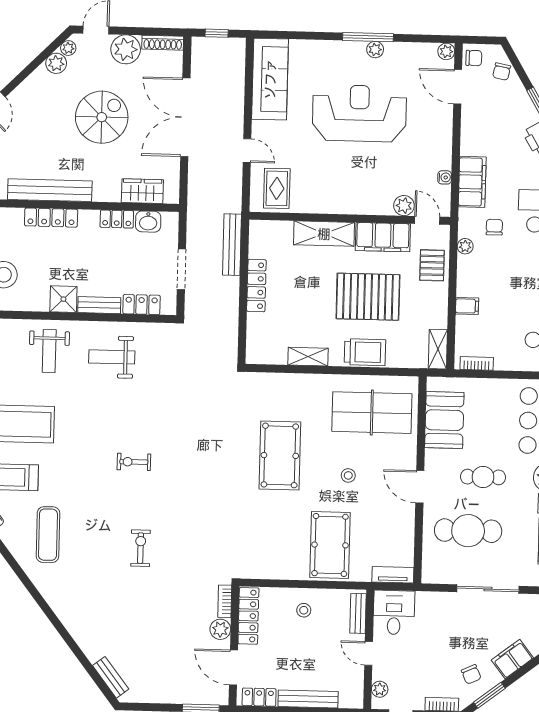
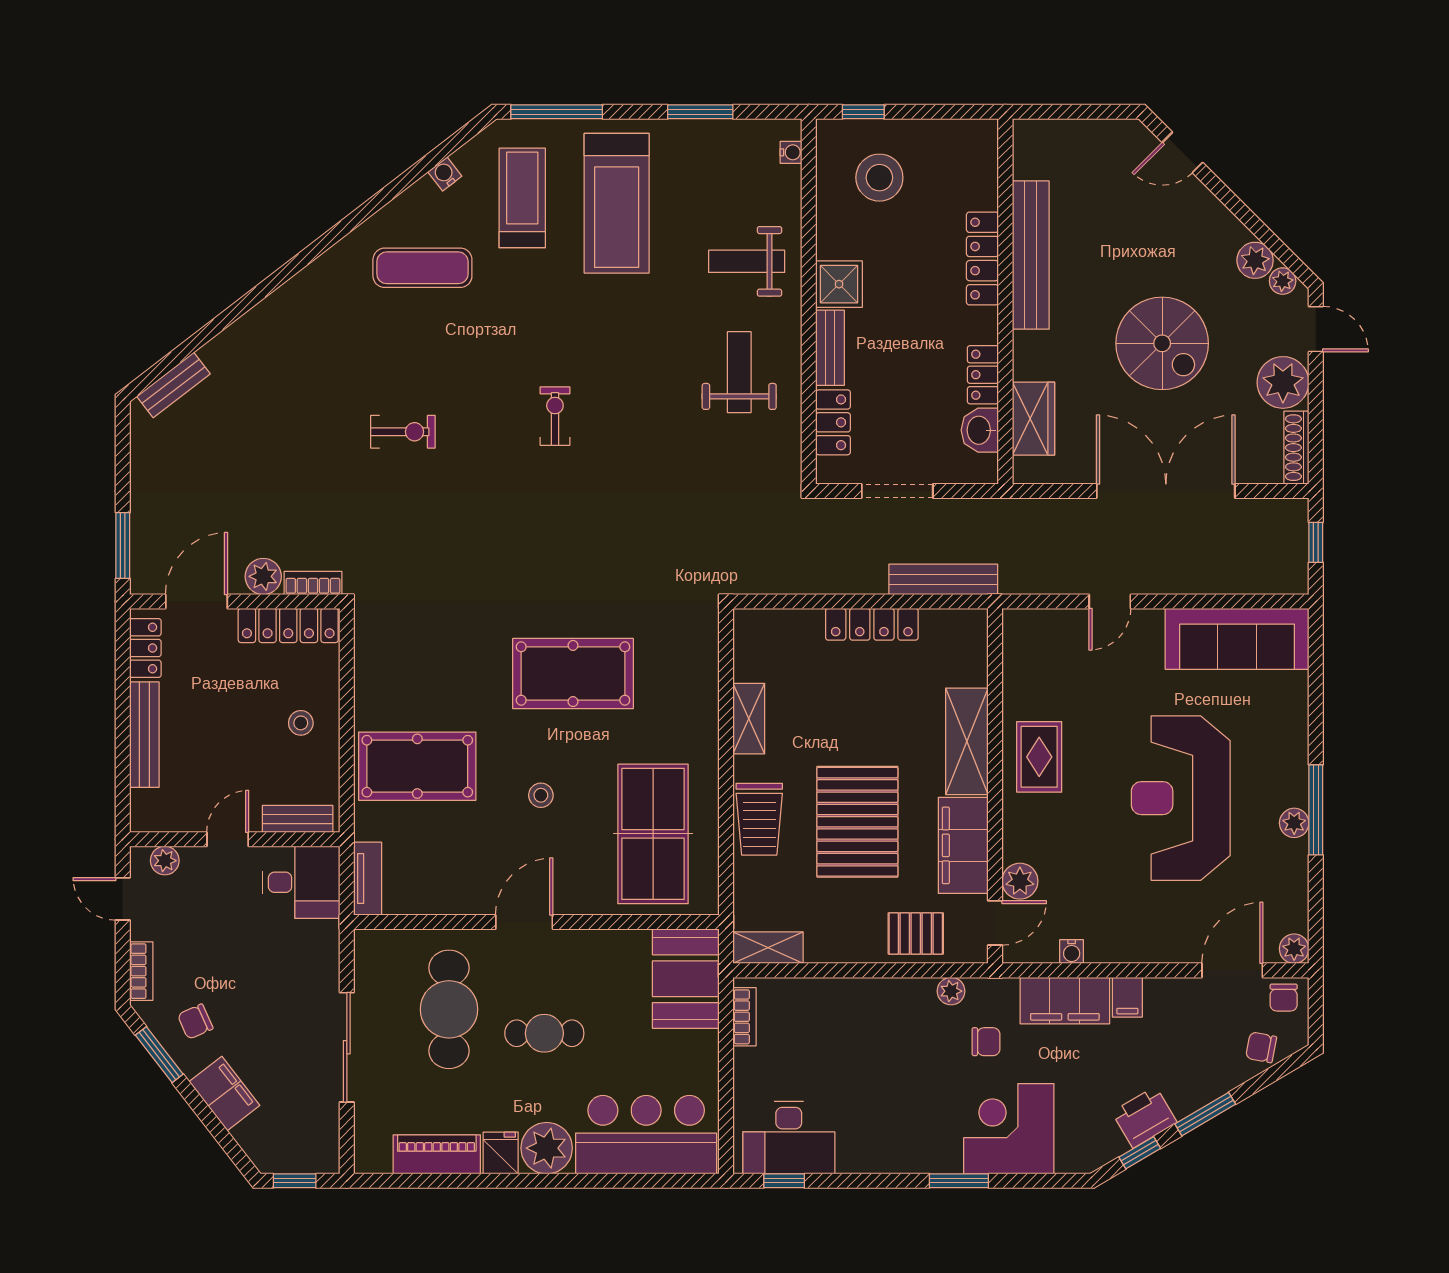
reception desk: (359, 113) -> (1181, 798), turned 180
rug: (277, 188) -> (1039, 757), moved, turned 90
filing cabinet: (467, 306) -> (1127, 997), moved
booth: (444, 420) -> (686, 979), moved, turned 90
cafe table: (483, 477) -> (544, 1033), turned 90

